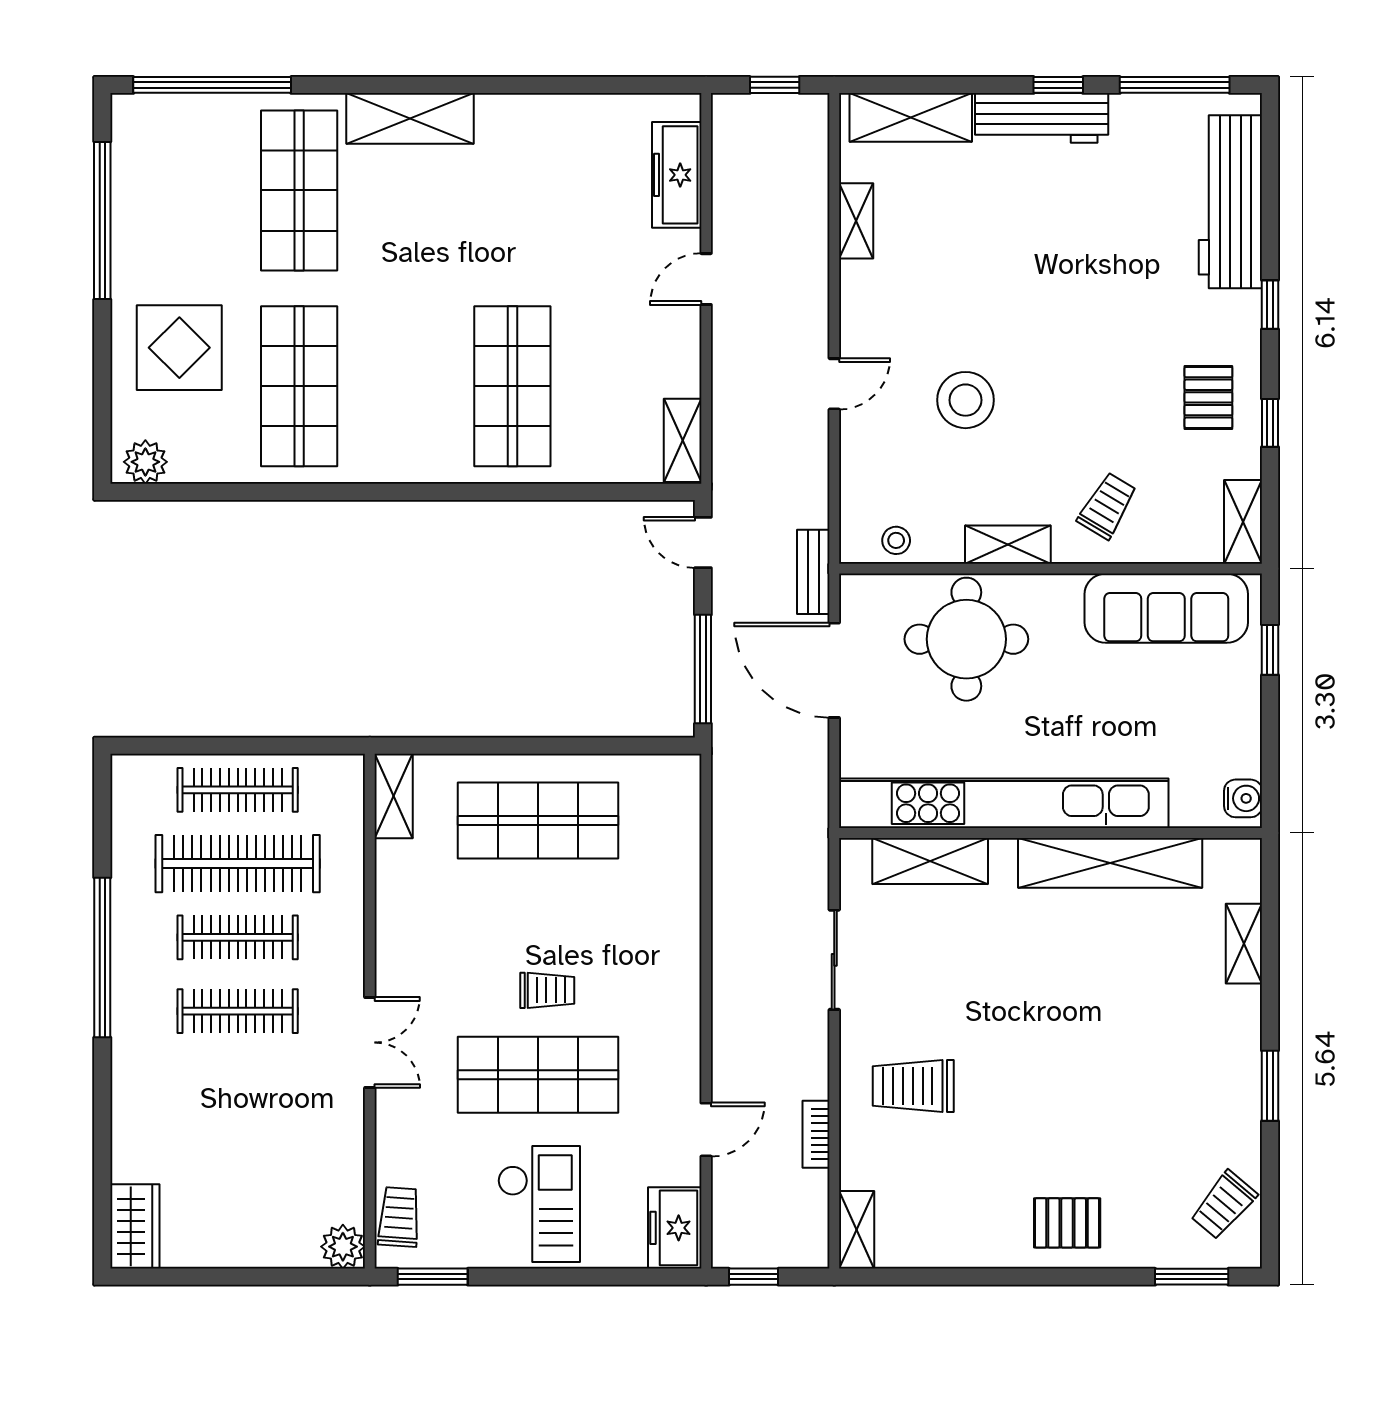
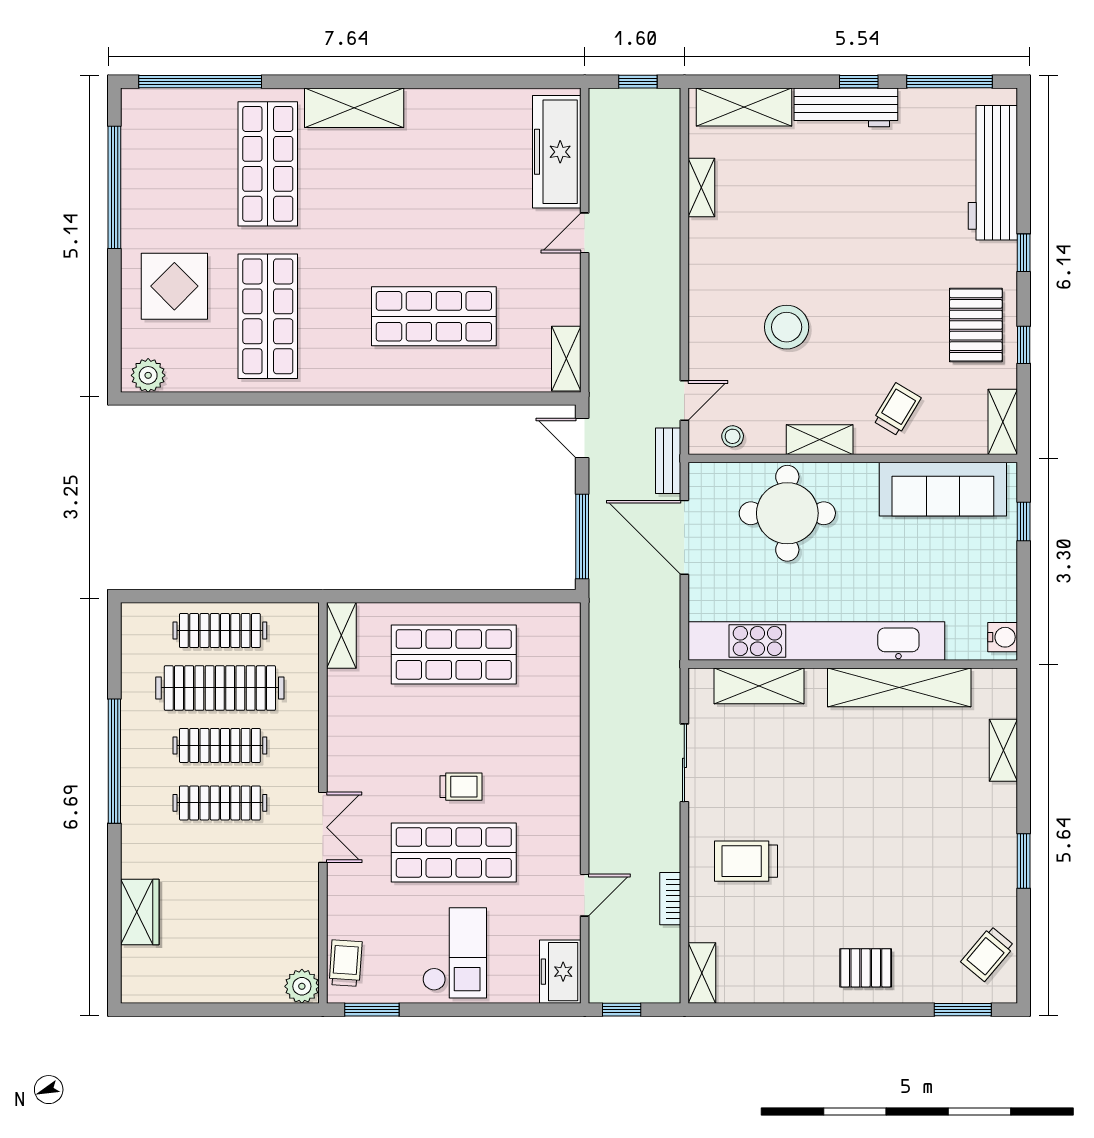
freezer: (677, 175) -> (557, 152), width x1.36, depth x1.26
door: (834, 384) -> (684, 400), moved
shop shelf: (512, 386) -> (434, 316), turned 90
pallet: (1208, 397) -> (976, 325), width x1.50, depth x1.42
wardrobe: (135, 1226) -> (140, 912), moved

